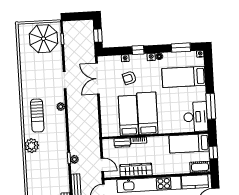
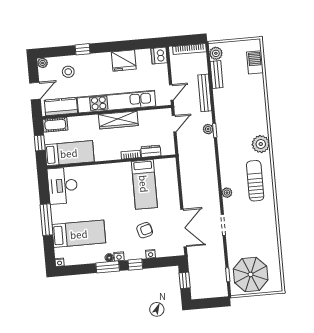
window: (181, 48) -> (108, 267), moved
window: (211, 106) -> (46, 220), moved
bed: (147, 113) -> (121, 188), removed
door: (102, 165) -> (174, 124), swing flipped
wardrobe: (136, 170) -> (118, 120), moved

